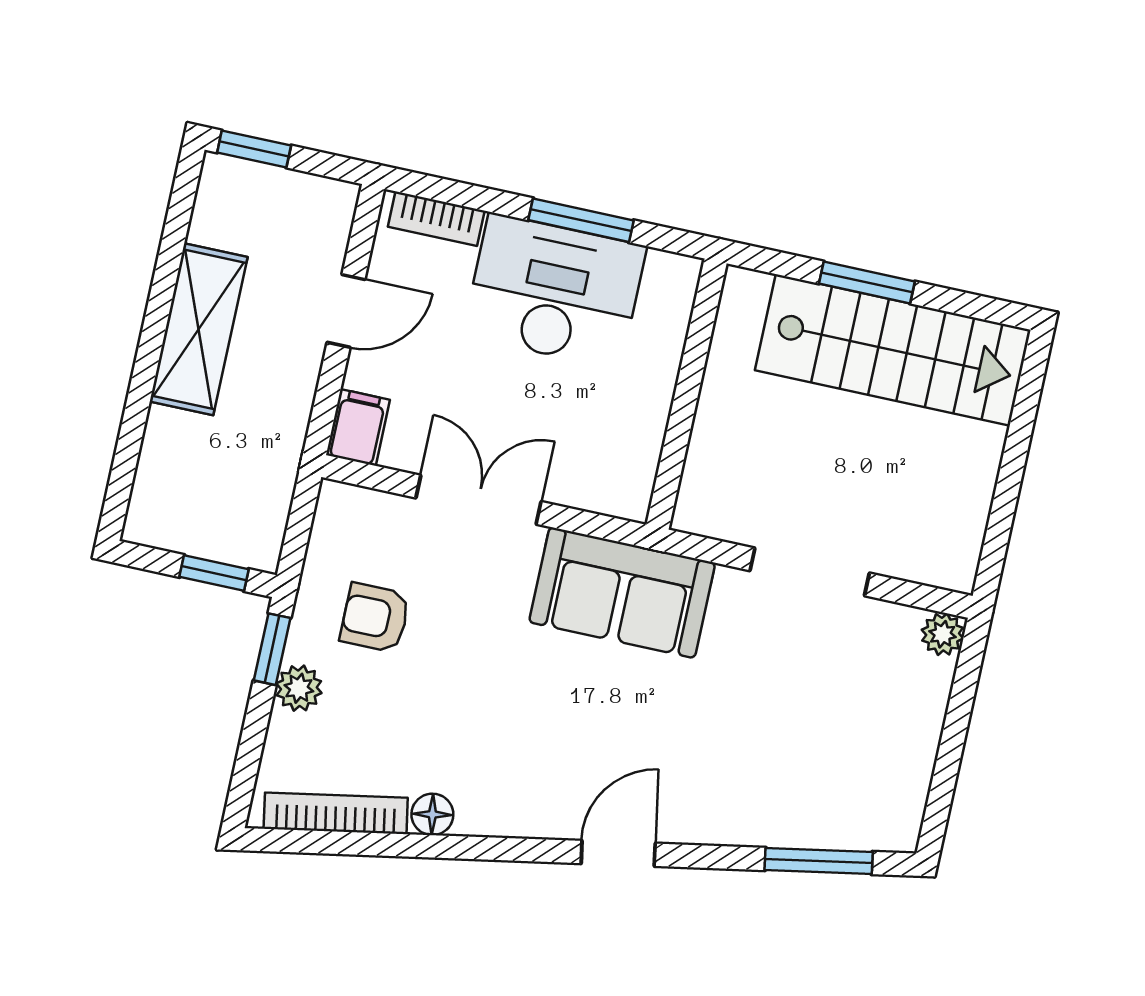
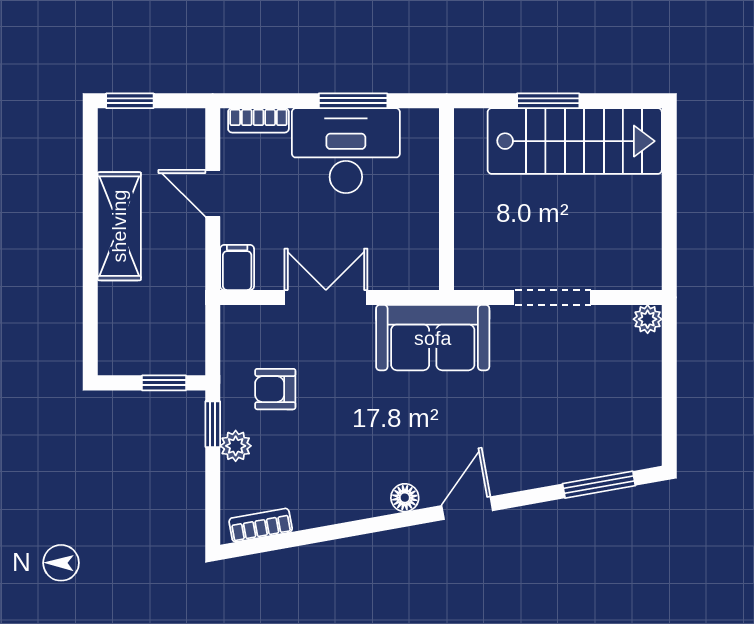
door: (346, 311) -> (213, 193), swing flipped
bookcase: (336, 813) -> (261, 525), width x0.64
floor lamp: (432, 814) -> (405, 498), moved

